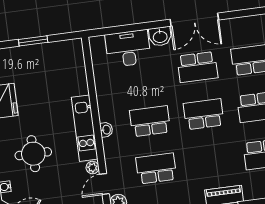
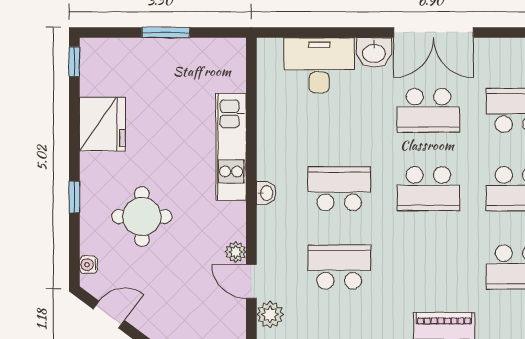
school desk: (204, 114) -> (428, 189), turned 180
kitchen unit: (85, 128) -> (231, 147), moved
door: (104, 184) -> (251, 281), hinge flipped

